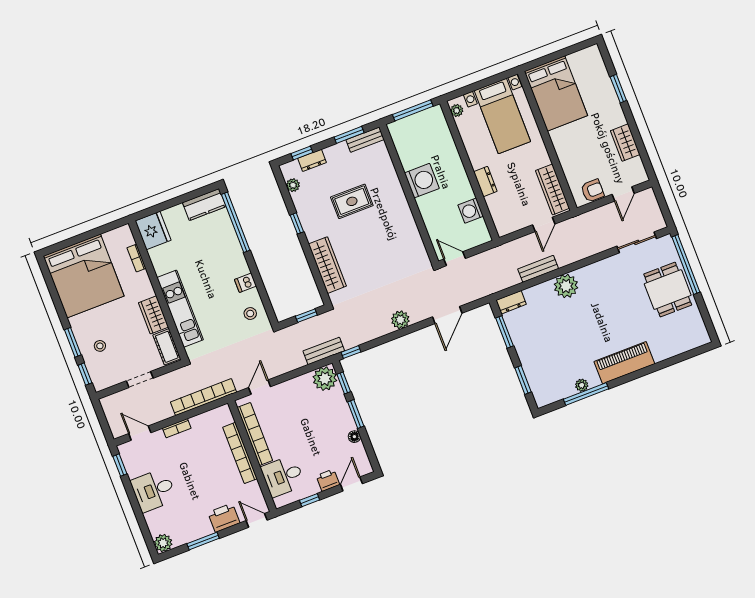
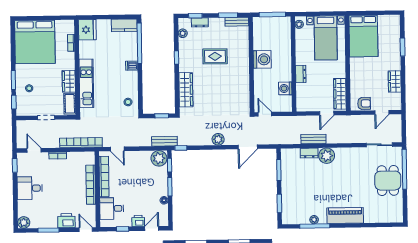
dishwasher: (245, 283) -> (132, 66), moved
dresser: (511, 302) -> (309, 153), moved
door: (260, 387) -> (117, 149), swing flipped

